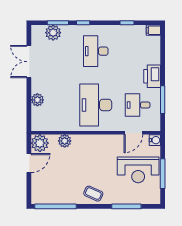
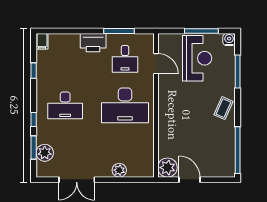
water cooler: (155, 140) -> (229, 40), moved
plant: (65, 141) -> (165, 140), removed

